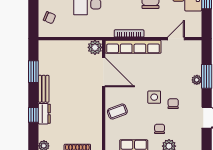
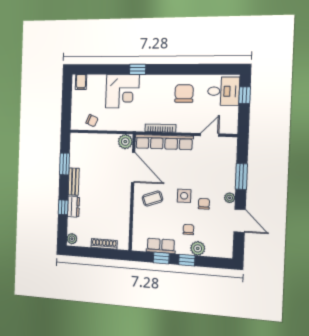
chair: (50, 18) -> (92, 121), moved
plant: (197, 80) -> (230, 198), moved
coffee table: (117, 112) -> (152, 199), moved

